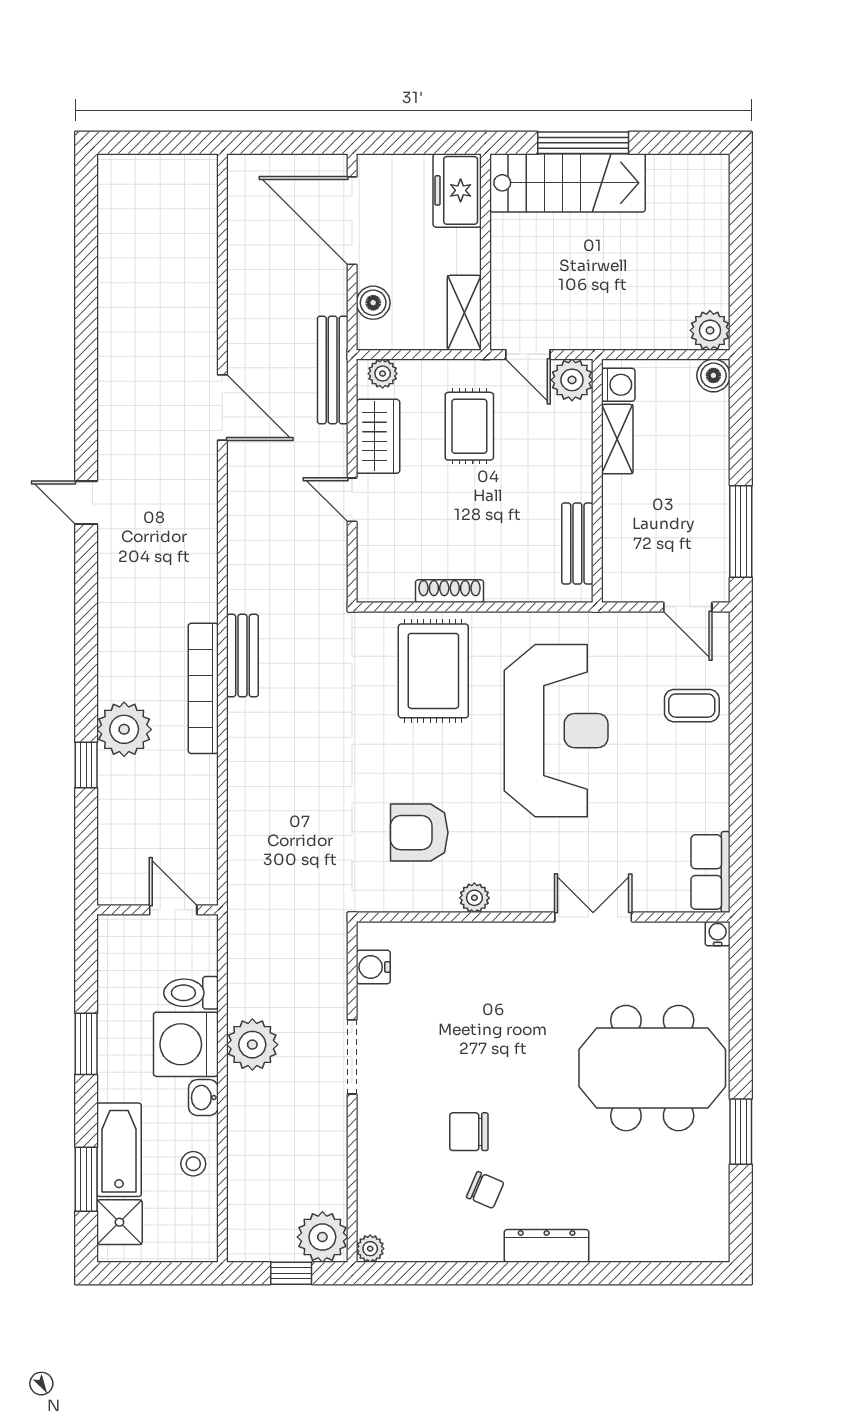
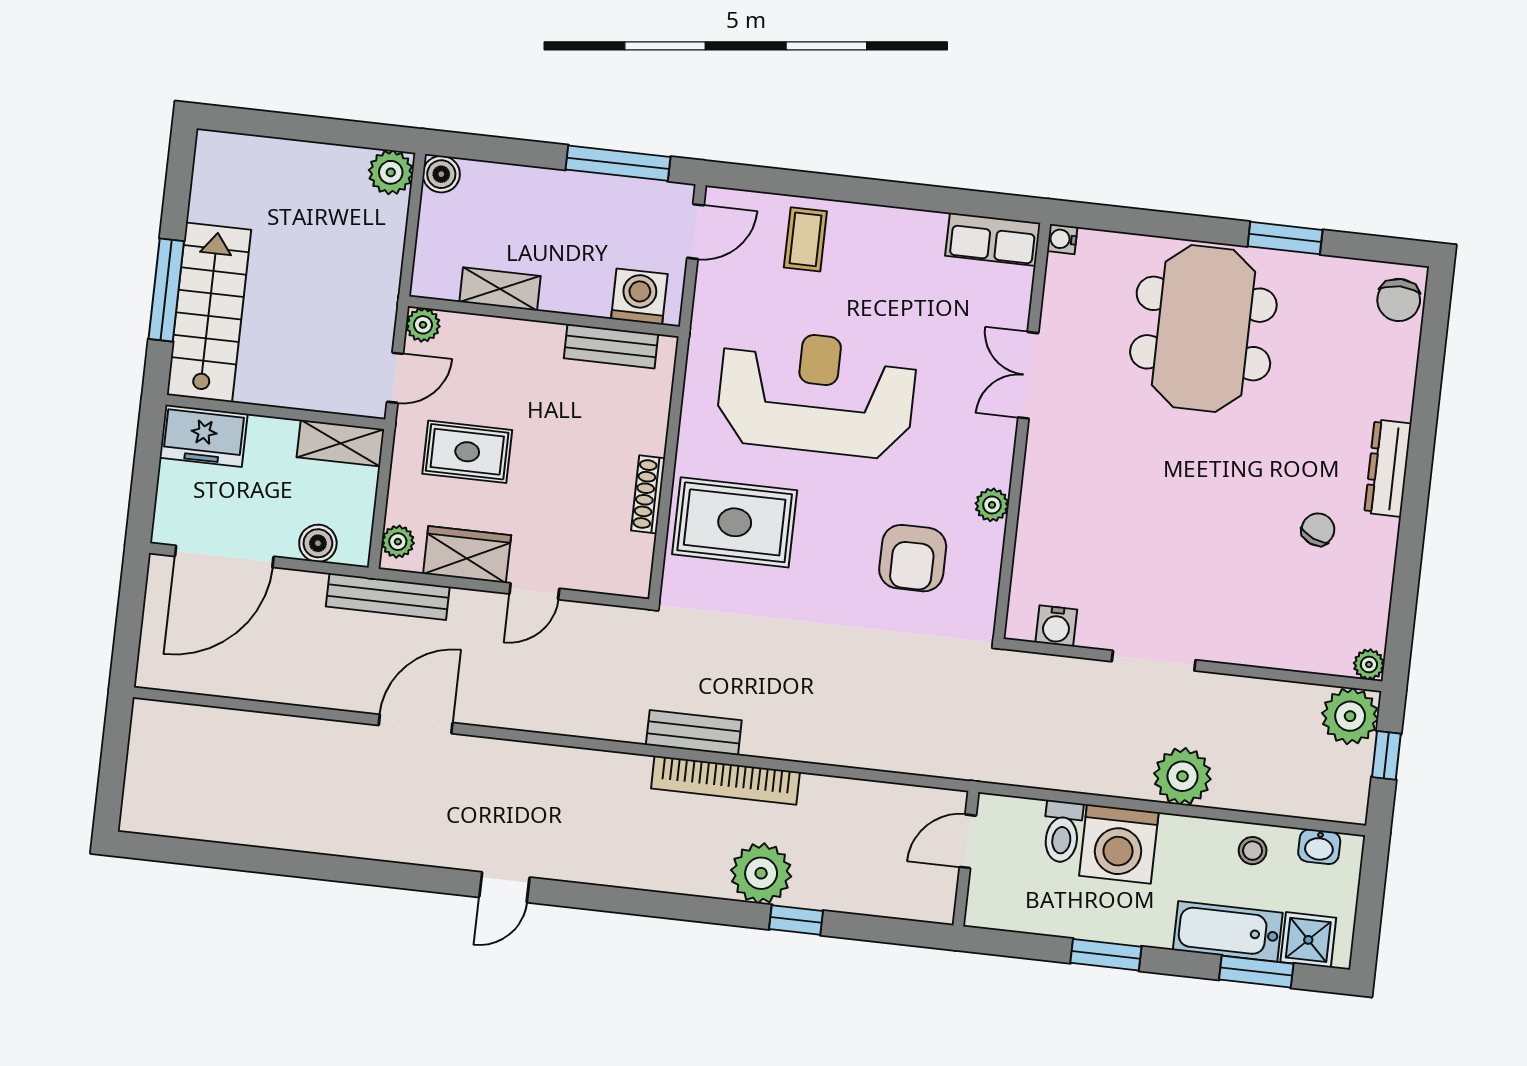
plant: (572, 380) -> (423, 325), width x0.73, depth x0.73
washing machine: (618, 385) -> (639, 297), moved, width x1.38, depth x1.38
plant: (252, 1045) -> (1182, 776), moved
washbasin: (203, 1098) -> (1319, 847), moved
chair: (469, 1132) -> (1399, 300), moved

